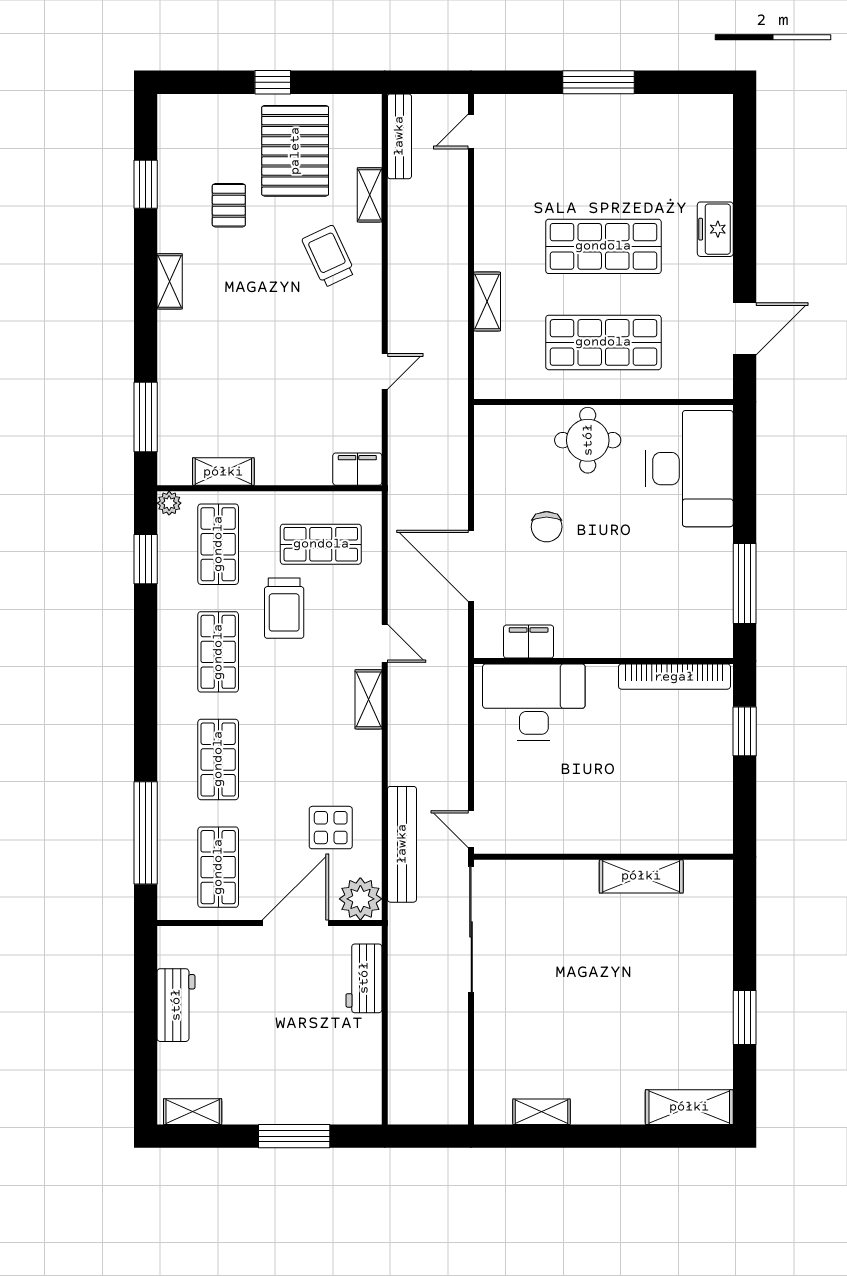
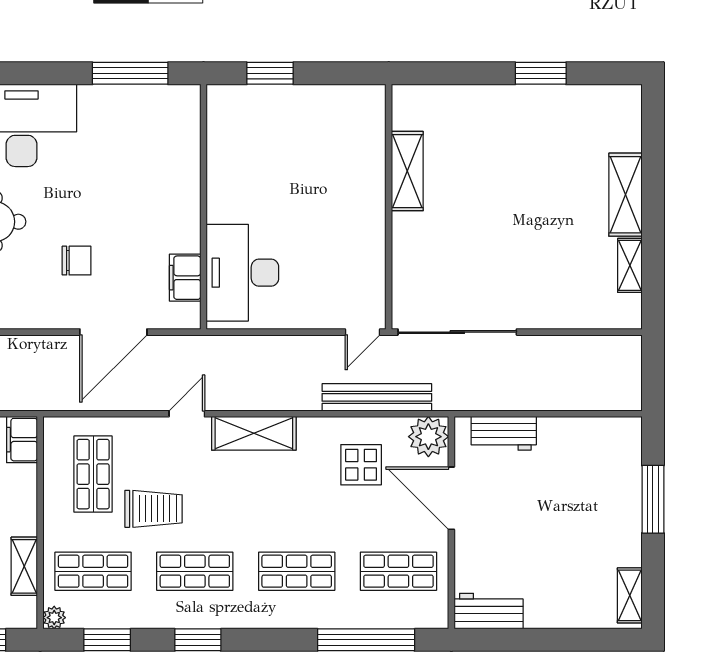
window: (146, 655) -> (198, 640), added
bookcase: (674, 677) -> (218, 140), removed
shelving: (368, 699) -> (254, 433), width x1.50, depth x1.33
workbench: (176, 1005) -> (489, 611), moved
shelving: (689, 1107) -> (625, 195), moved

